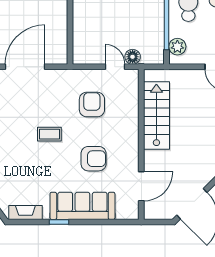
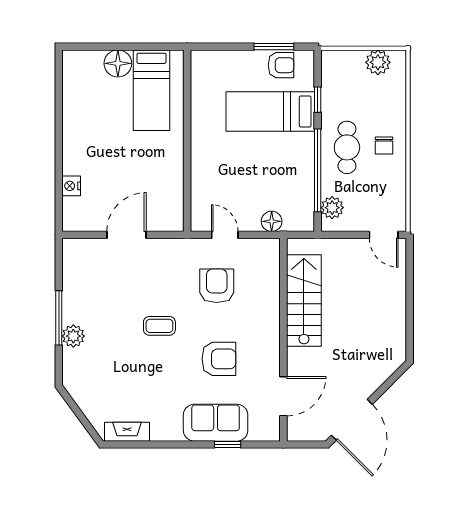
door: (25, 67) -> (126, 235), width x0.73
door: (115, 67) -> (225, 235), moved
sofa: (82, 206) -> (216, 423), width x0.73
window: (59, 222) -> (228, 444), moved

